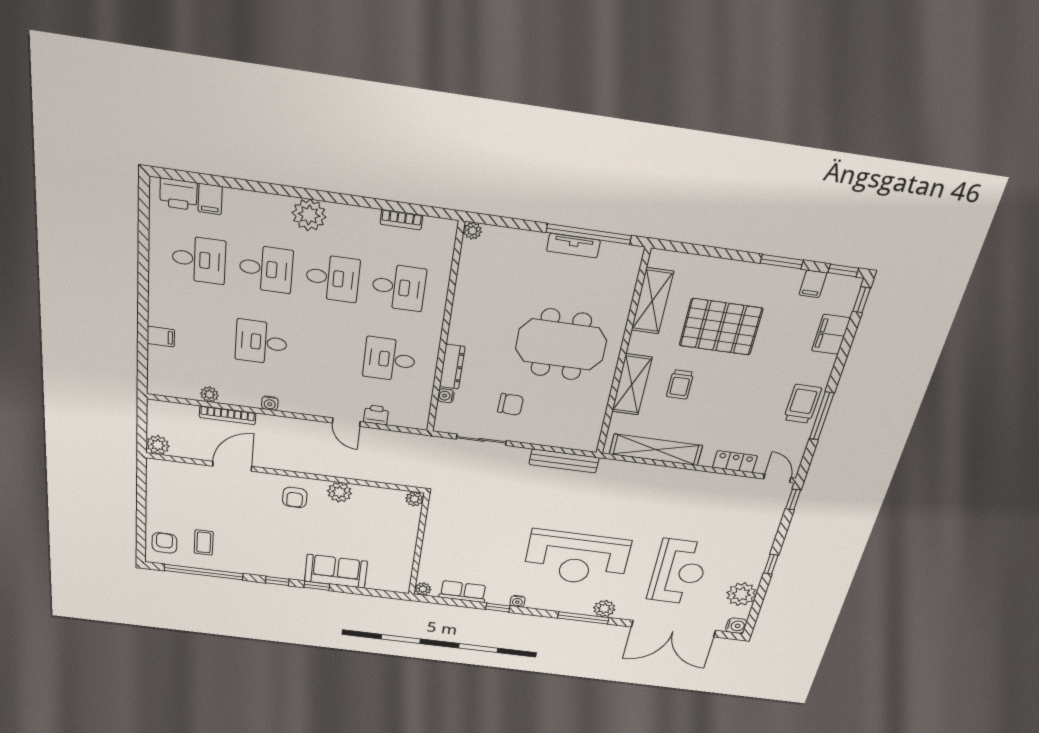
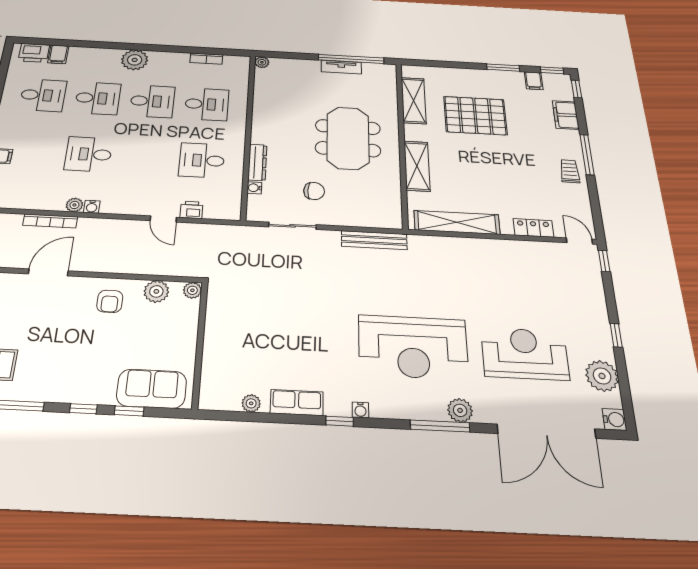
meeting table: (561, 345) -> (348, 138), turned 90
trolley: (680, 385) -> (458, 163), removed
plant: (209, 394) -> (74, 205), moved
trolley: (802, 404) -> (570, 171), width x0.73, depth x0.72
window: (822, 416) -> (587, 155), moved
plant: (414, 499) -> (192, 290), moved
wall: (419, 545) -> (200, 344), moved
reception desk: (679, 572) -> (525, 354), turned -90

